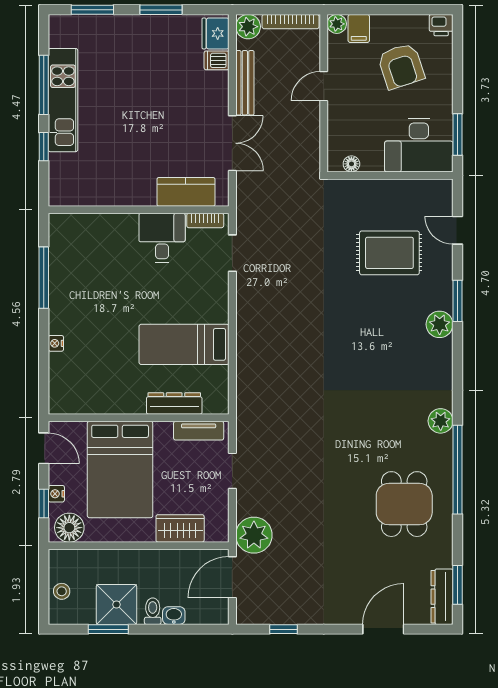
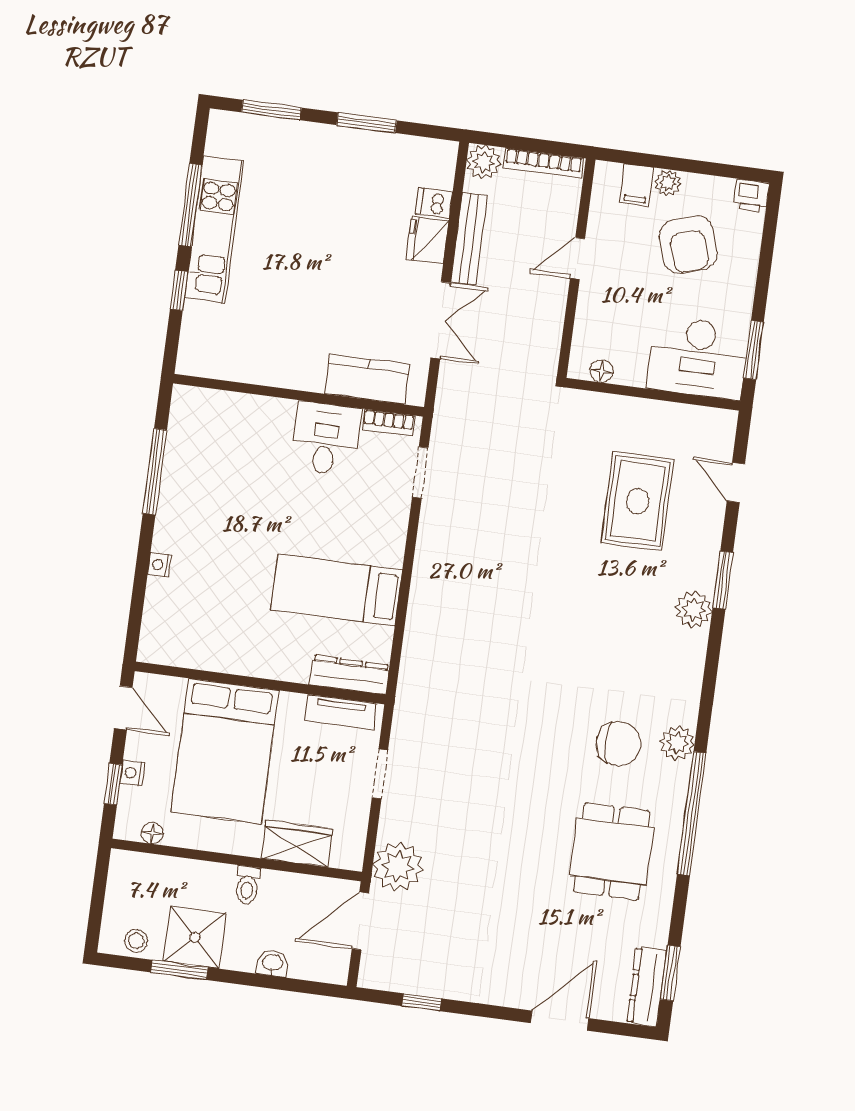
plant: (337, 24) -> (668, 183), moved
fridge: (216, 33) -> (428, 240), moved
rug: (389, 253) -> (638, 501), turned 90
dresser: (174, 403) -> (349, 675), moved
chair: (399, 427) -> (618, 744), added
floor lamp: (69, 528) -> (152, 833), width x0.53, depth x0.53
stool: (62, 591) -> (136, 941), moved
toilet: (153, 611) -> (247, 885), moved, turned 180

